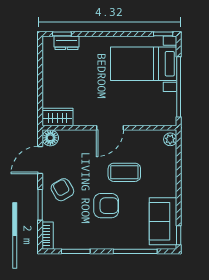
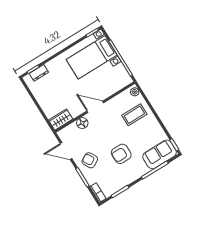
door: (110, 128) -> (95, 107), swing flipped
floor lamp: (50, 138) -> (82, 123), moved
door: (40, 160) -> (66, 151), hinge flipped
coffee table: (124, 172) -> (134, 115), moved
armchair: (106, 206) -> (121, 154), turned 180
sofa: (163, 221) -> (160, 154), moved, turned 90

